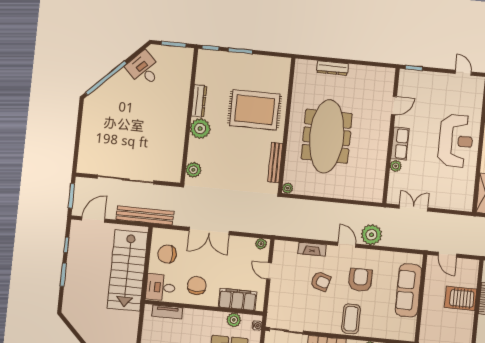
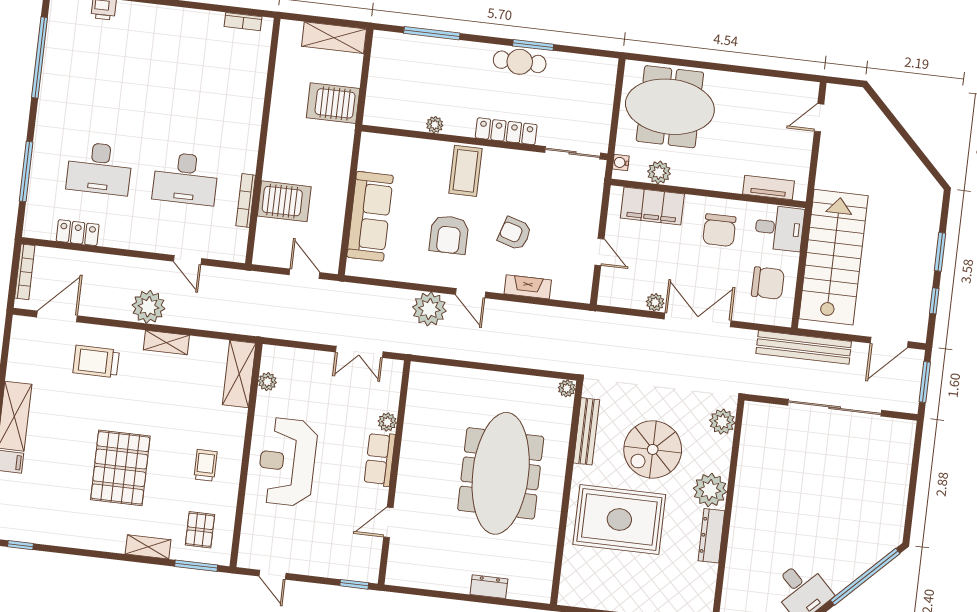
dresser: (333, 68) -> (489, 587), width x0.70
spiral stairs: (235, 152) -> (653, 449), added
plant: (469, 189) -> (267, 382), added
plant: (261, 244) -> (655, 302), moved

